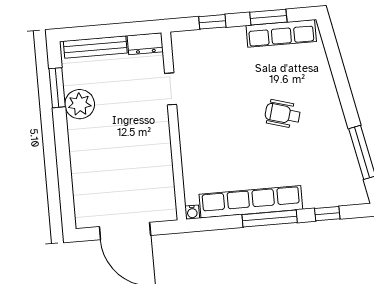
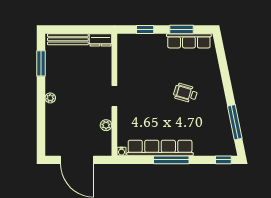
doorway: (171, 89) -> (114, 96), moved
plant: (80, 104) -> (50, 98), moved, width x0.53, depth x0.53
plant: (165, 174) -> (106, 125), added
window: (327, 214) -> (223, 160), moved

